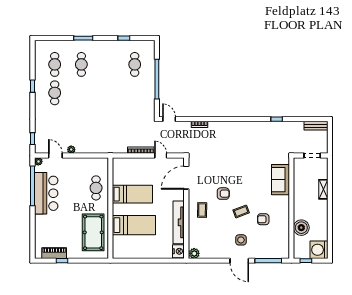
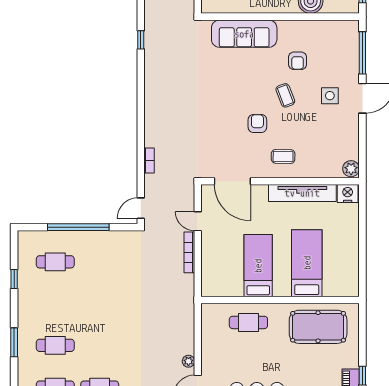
door: (161, 155) -> (198, 221), hinge flipped
sofa: (281, 180) -> (244, 34), width x1.36

